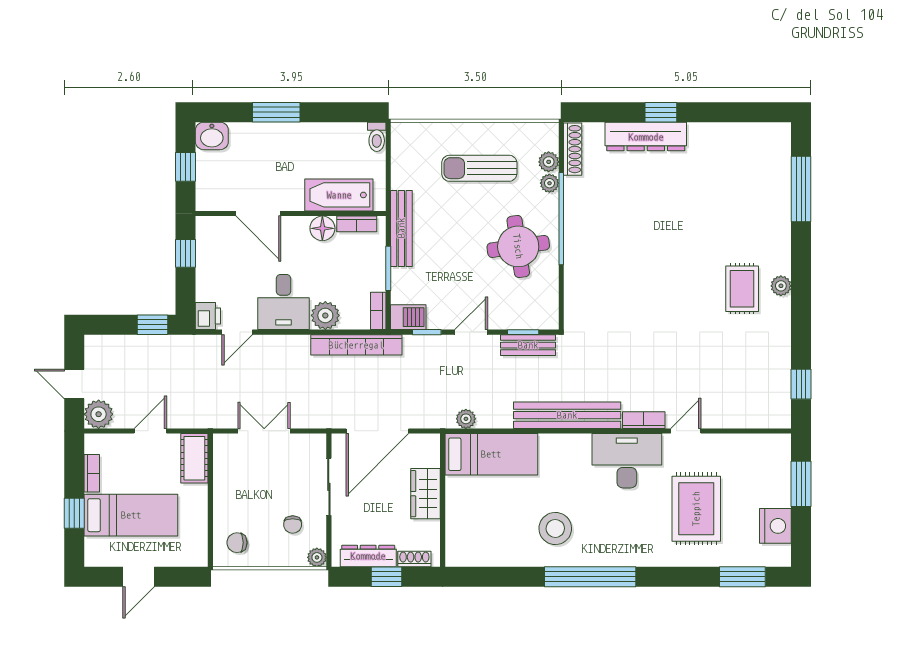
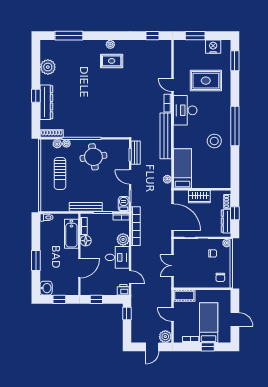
plant: (728, 140) -> (48, 67), added

